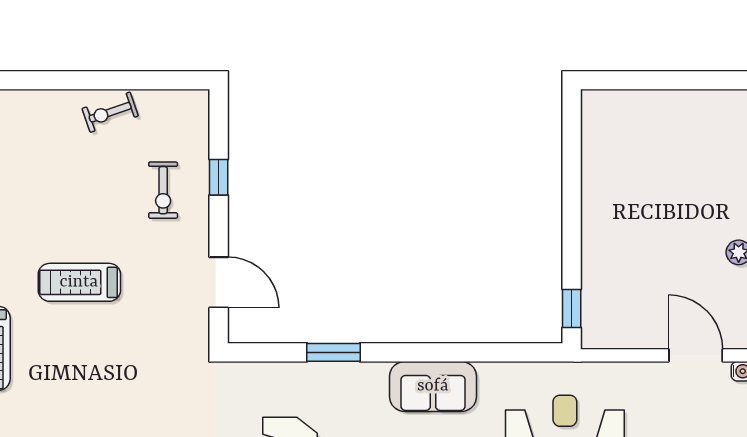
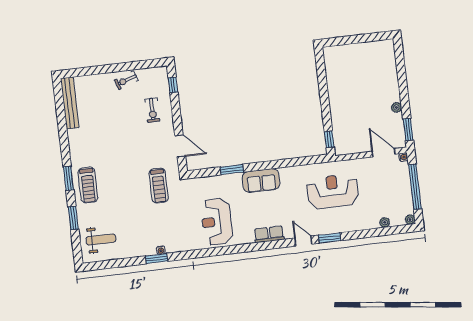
window: (219, 177) -> (173, 85), moved
treadmill: (79, 282) -> (159, 186), moved, turned -90
sofa: (433, 386) -> (261, 181), moved

